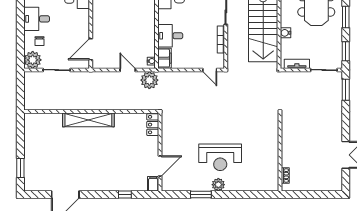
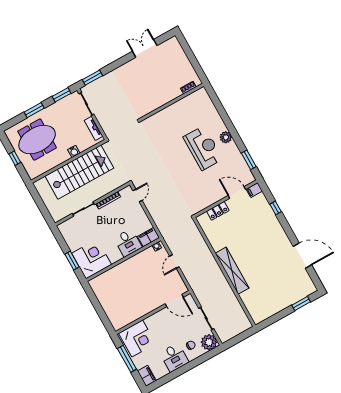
plant: (149, 80) -> (173, 239), removed
locker: (153, 125) -> (218, 211), moved
window: (201, 194) -> (249, 160), moved

